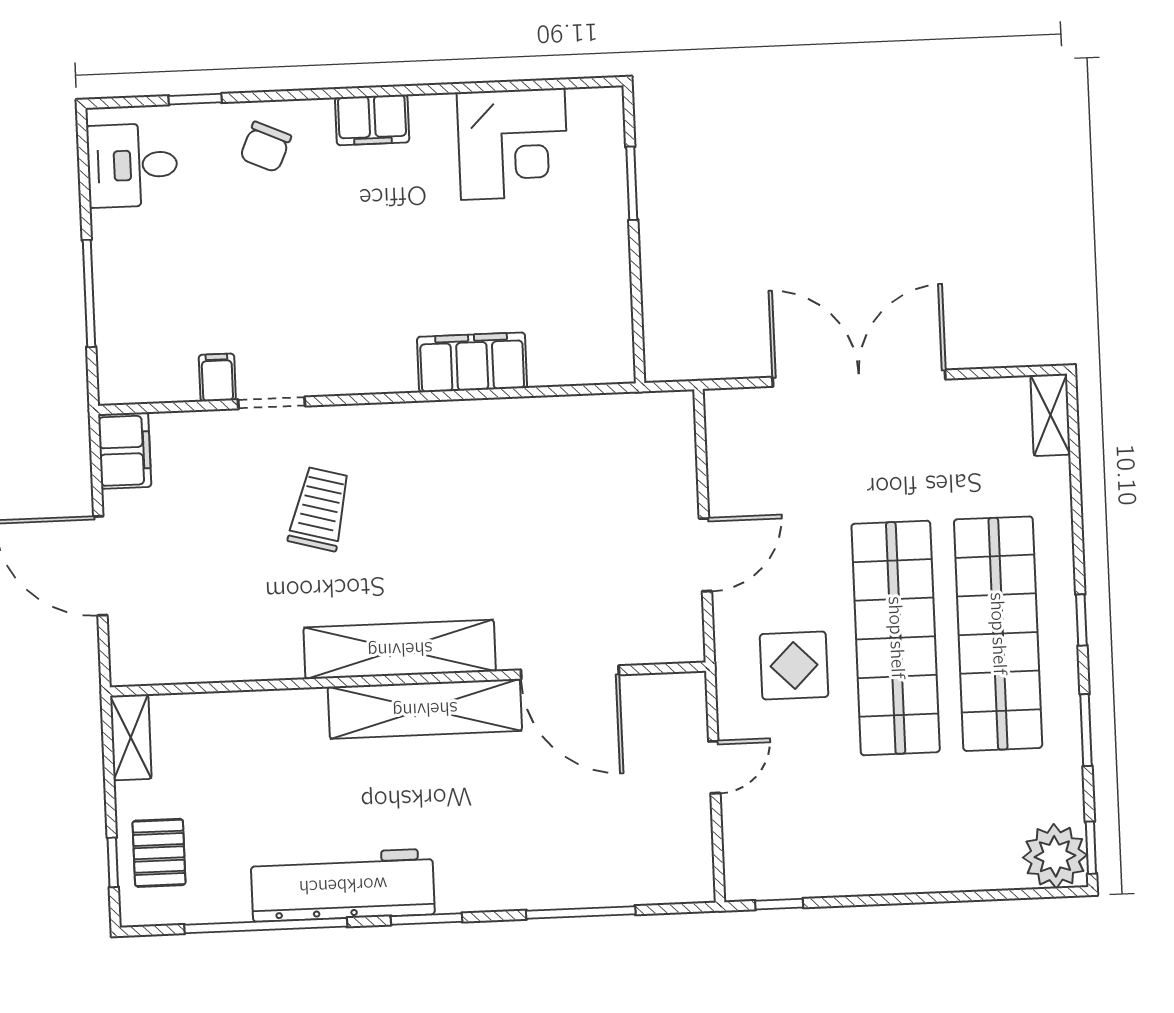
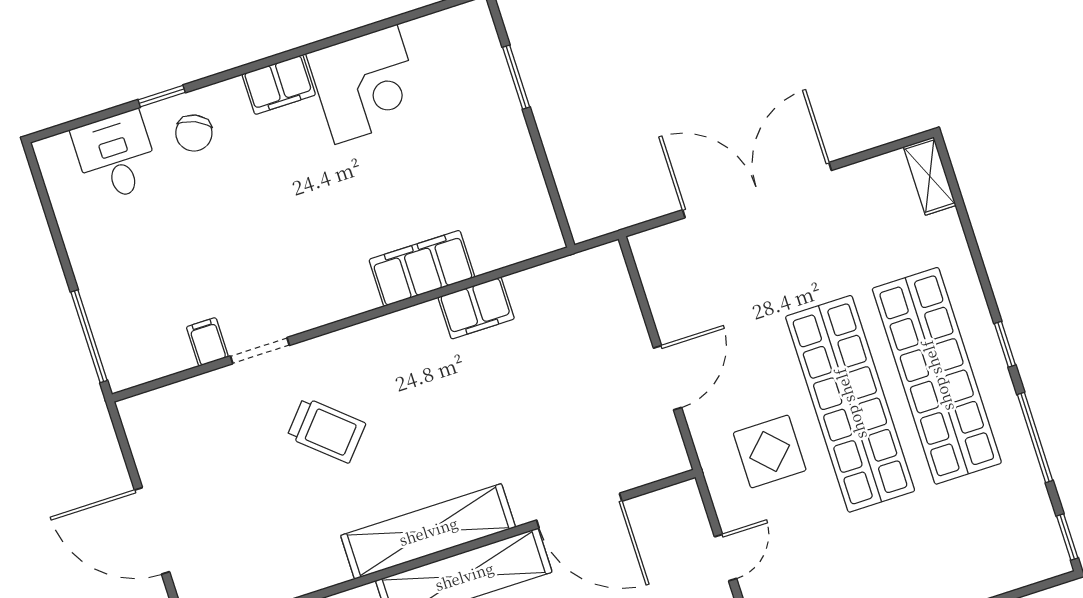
window: (195, 99) -> (162, 96), moved
corner desk: (513, 144) -> (366, 84), moved
desk: (132, 165) -> (116, 156), moved, turned 90
window: (89, 293) -> (89, 336), moved
filing cabinet: (125, 451) -> (476, 308), moved, turned 90
trolley: (320, 509) -> (326, 430), turned 116
window: (1086, 730) -> (1035, 437), width x1.44
plant: (1055, 856) -> (1038, 553), removed

